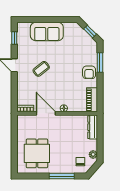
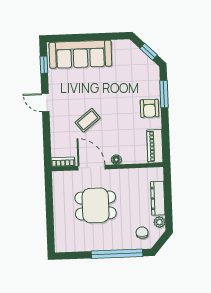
sofa: (47, 32) -> (80, 54), width x1.36
coffee table: (41, 69) -> (88, 120), moved
dresser: (93, 127) -> (158, 198), moved
dining table: (37, 153) -> (96, 205), moved, turned 90
window: (62, 176) -> (117, 254), width x1.46

